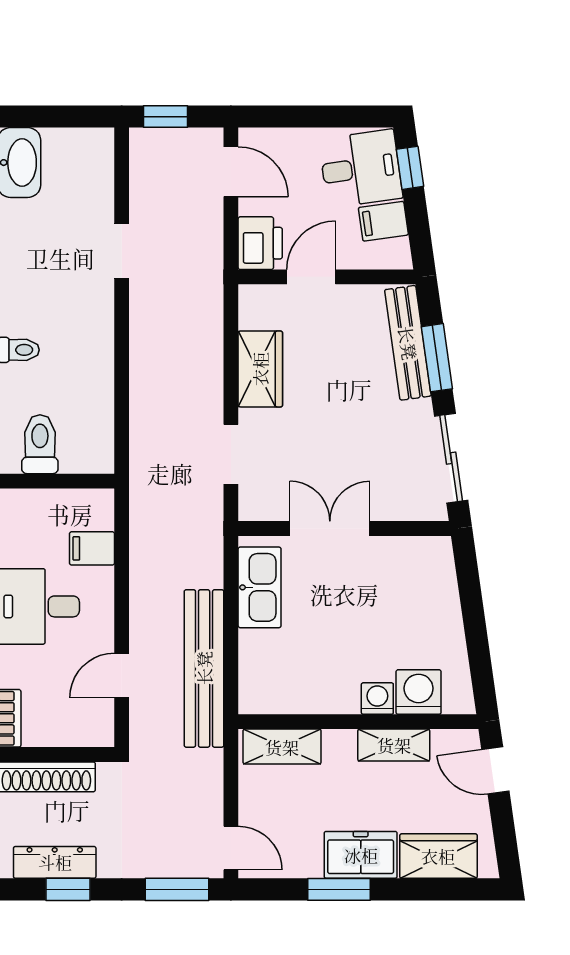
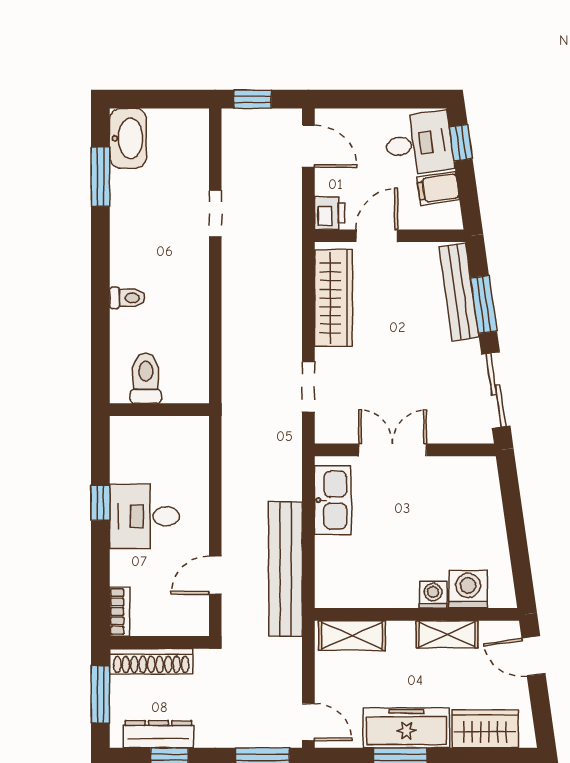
printer: (260, 243) -> (330, 213), width x0.73, depth x0.81
wardrobe: (260, 369) -> (333, 298), width x1.50
filing cabinet: (92, 548) -> (190, 467), removed
freezer: (361, 855) -> (406, 728), width x1.40

